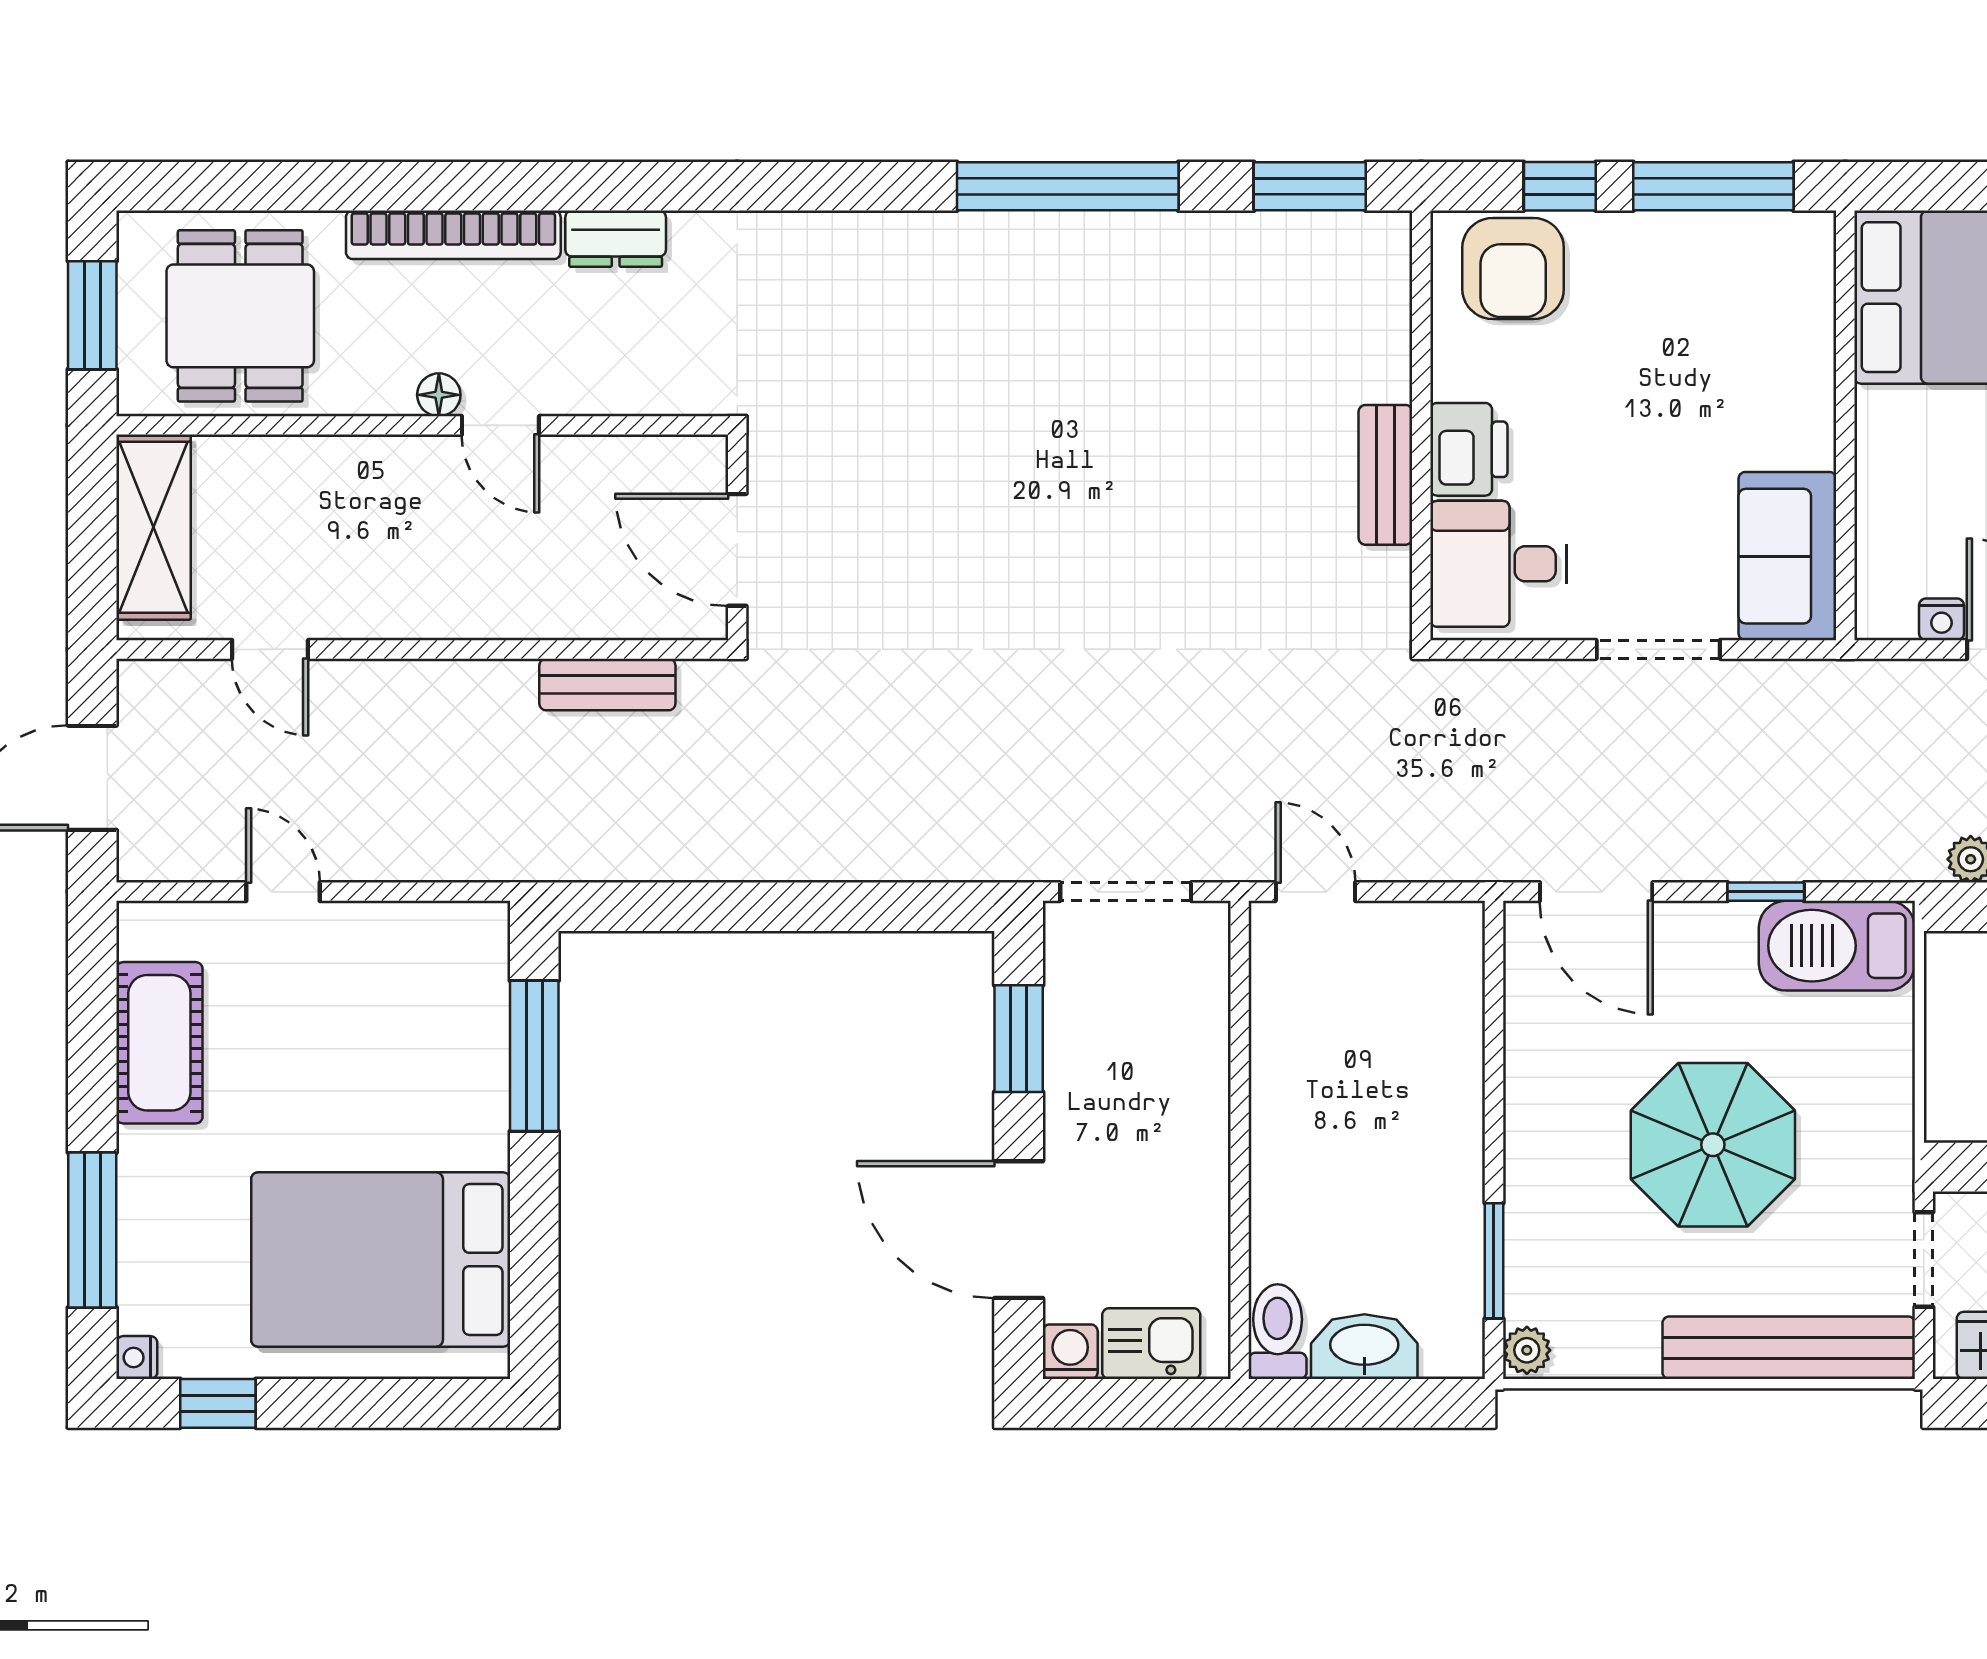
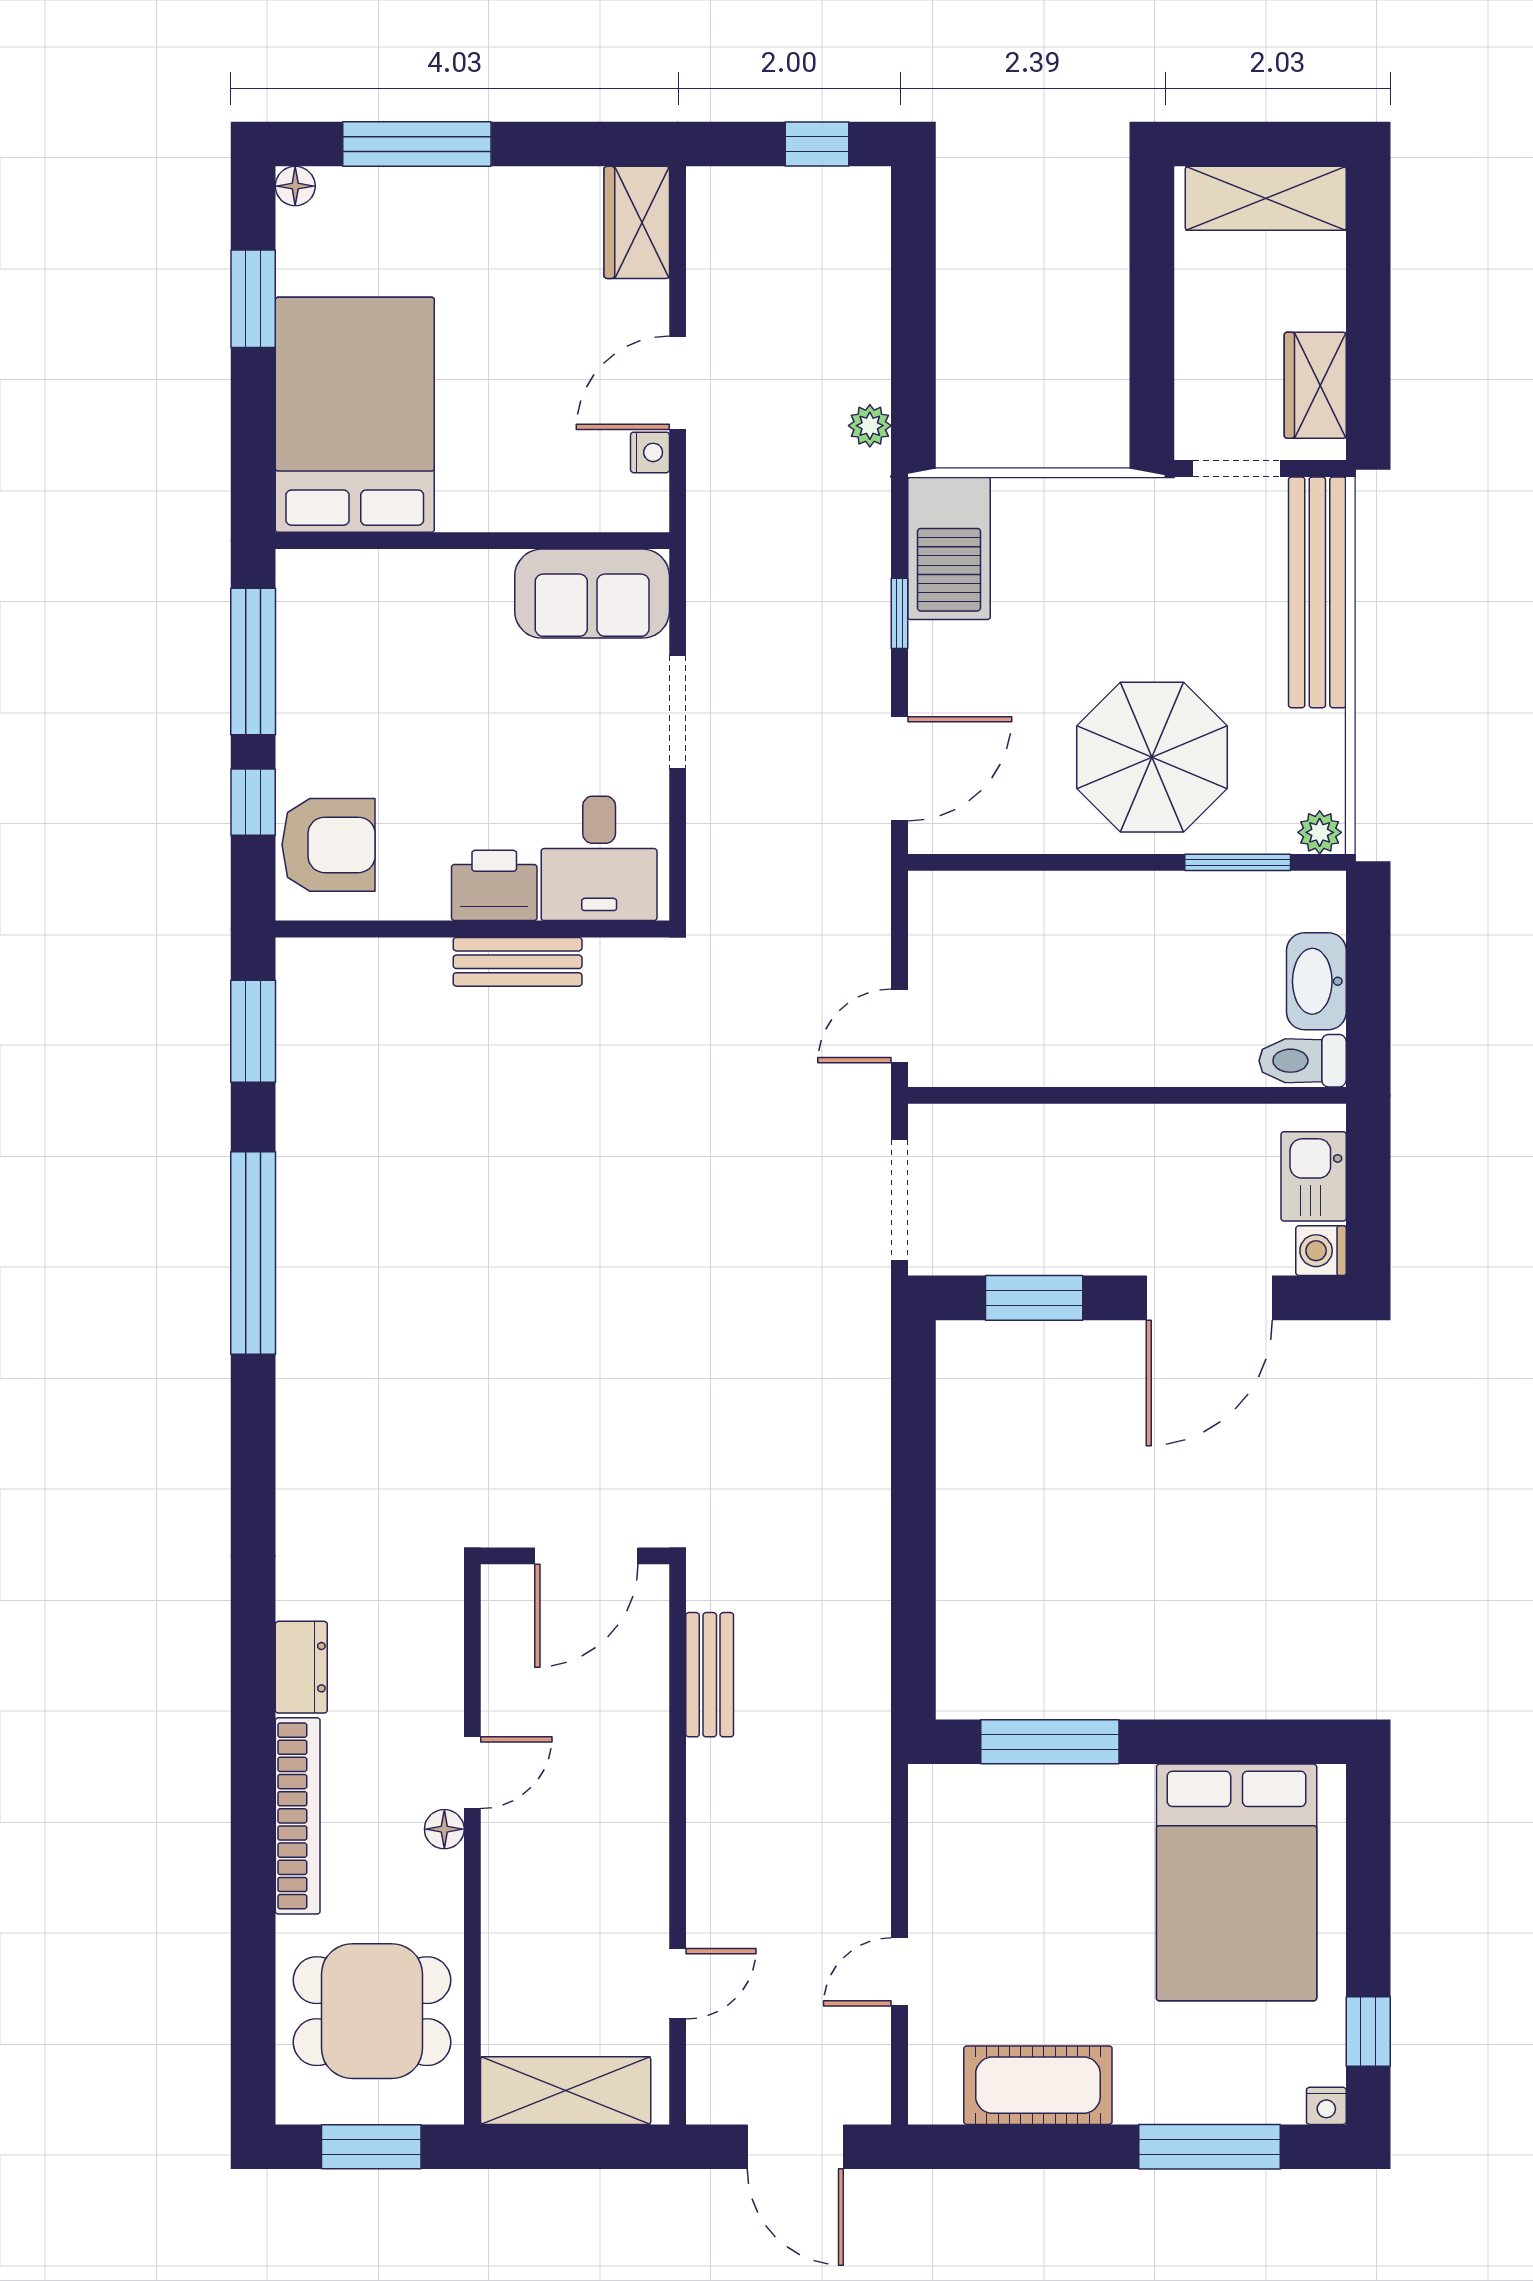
parasol: (1713, 1145) -> (1152, 757), moved

